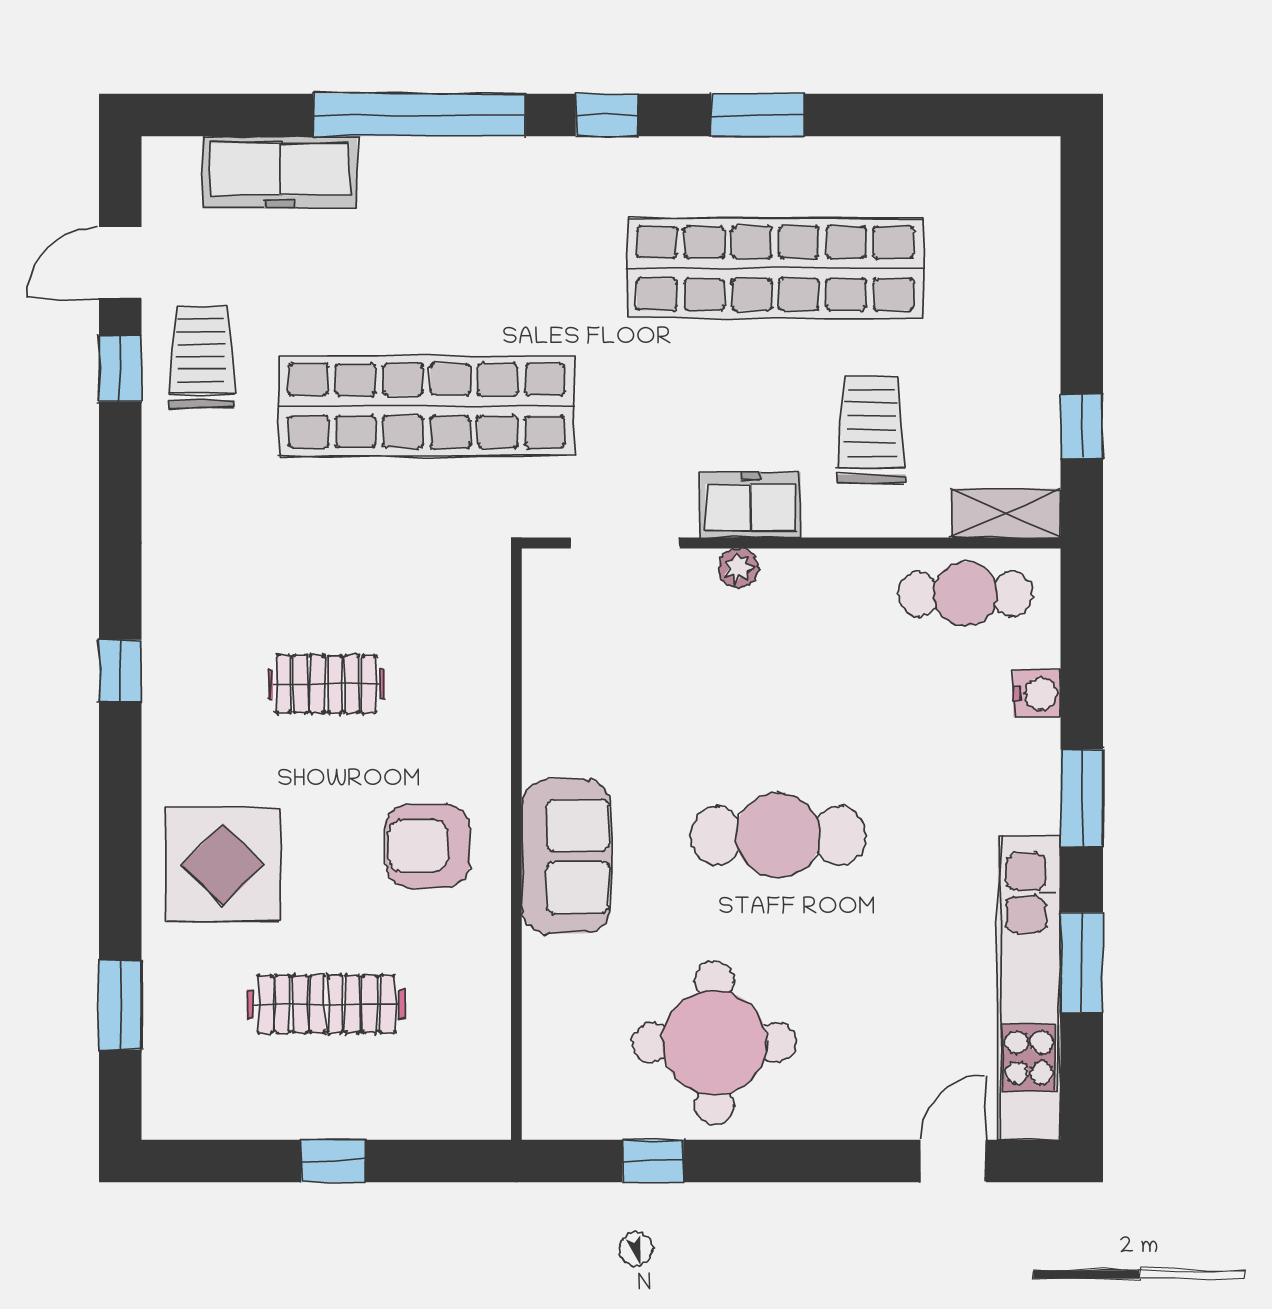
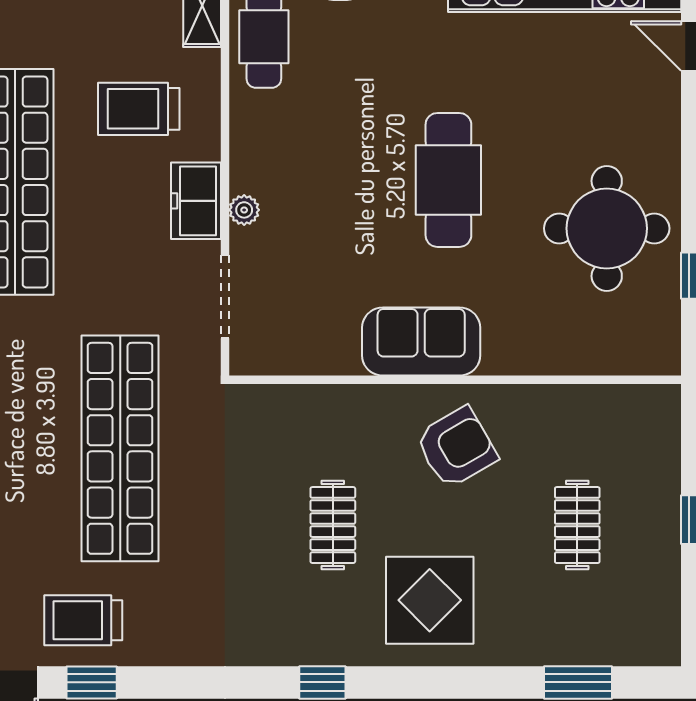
armchair: (428, 846) -> (456, 447), turned -120
sofa: (566, 856) -> (421, 342), moved
display table: (223, 865) -> (430, 600), moved
clothes rail: (326, 1004) -> (577, 525), width x0.73

